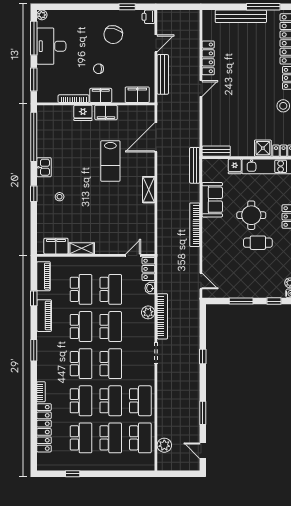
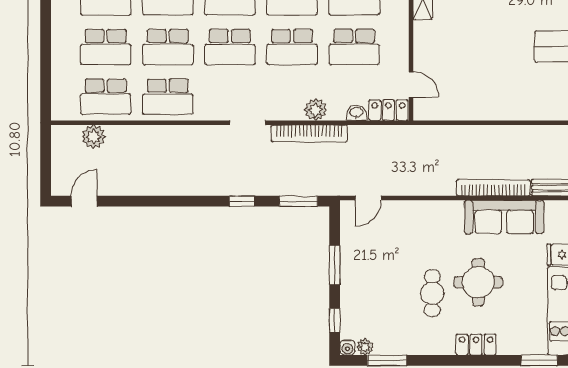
shelving: (149, 190) -> (521, 111), removed
sofa: (212, 200) -> (504, 217), width x1.36
bookcase: (195, 225) -> (493, 188), moved
window: (203, 413) -> (298, 201), moved

